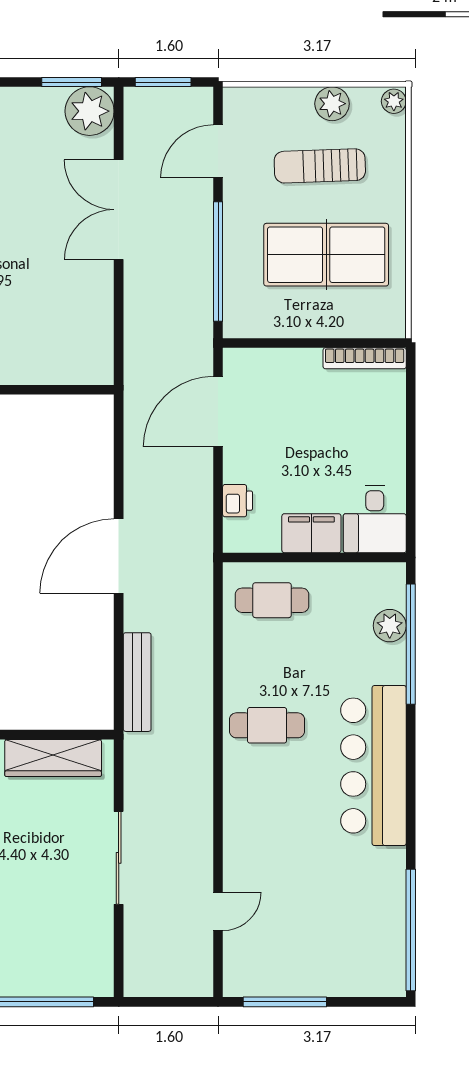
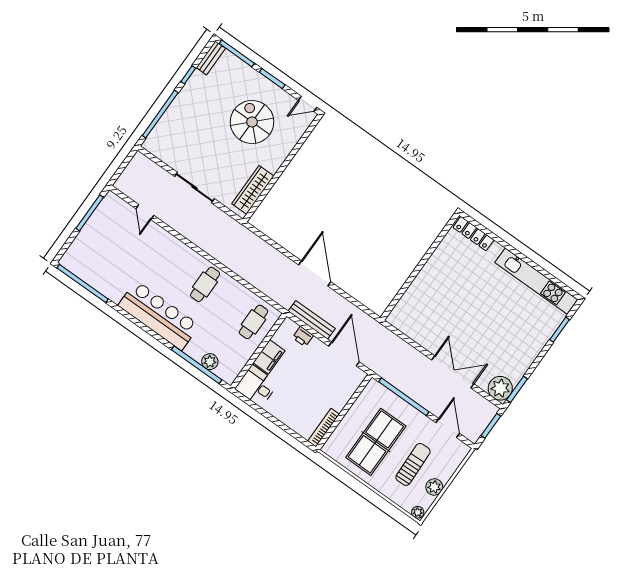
bench: (137, 682) -> (312, 320), moved

